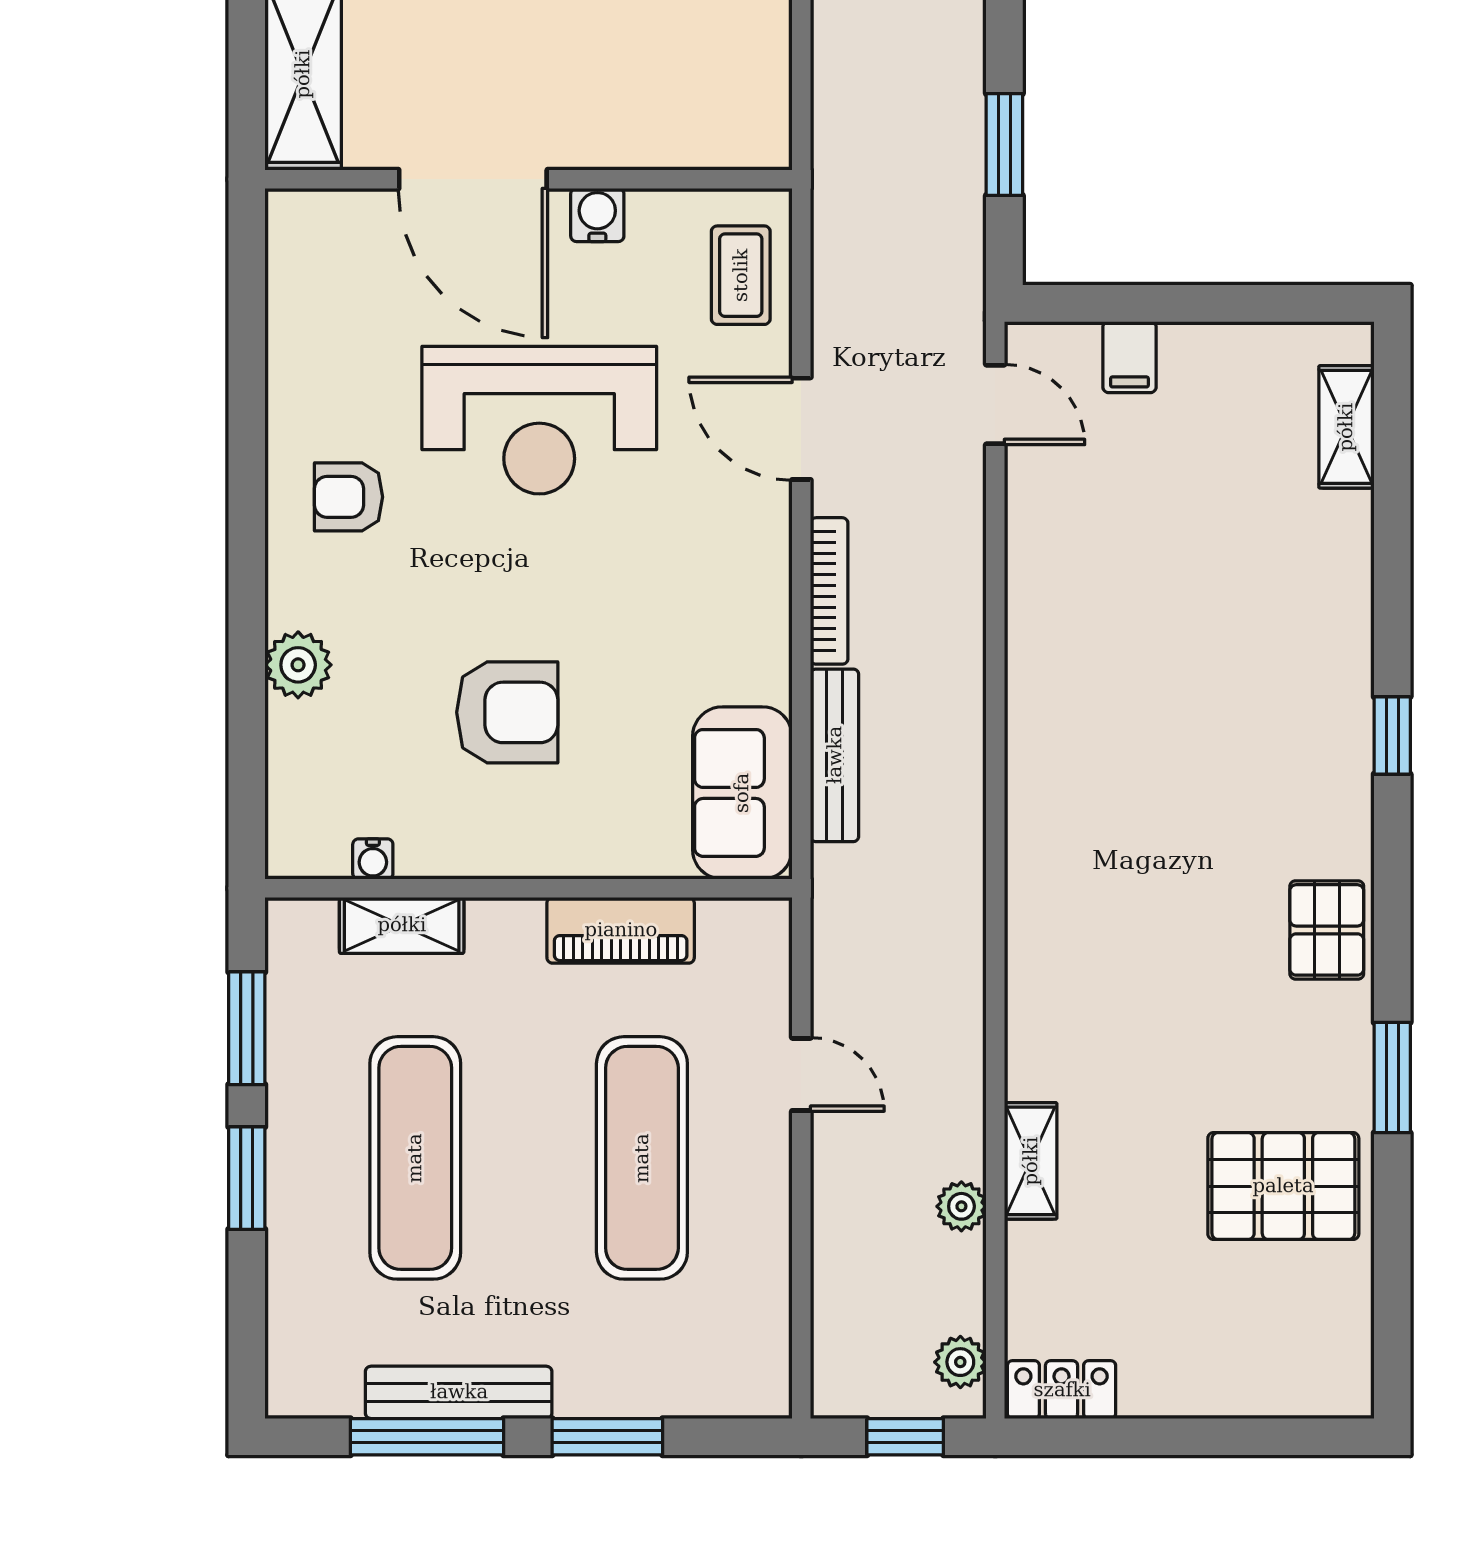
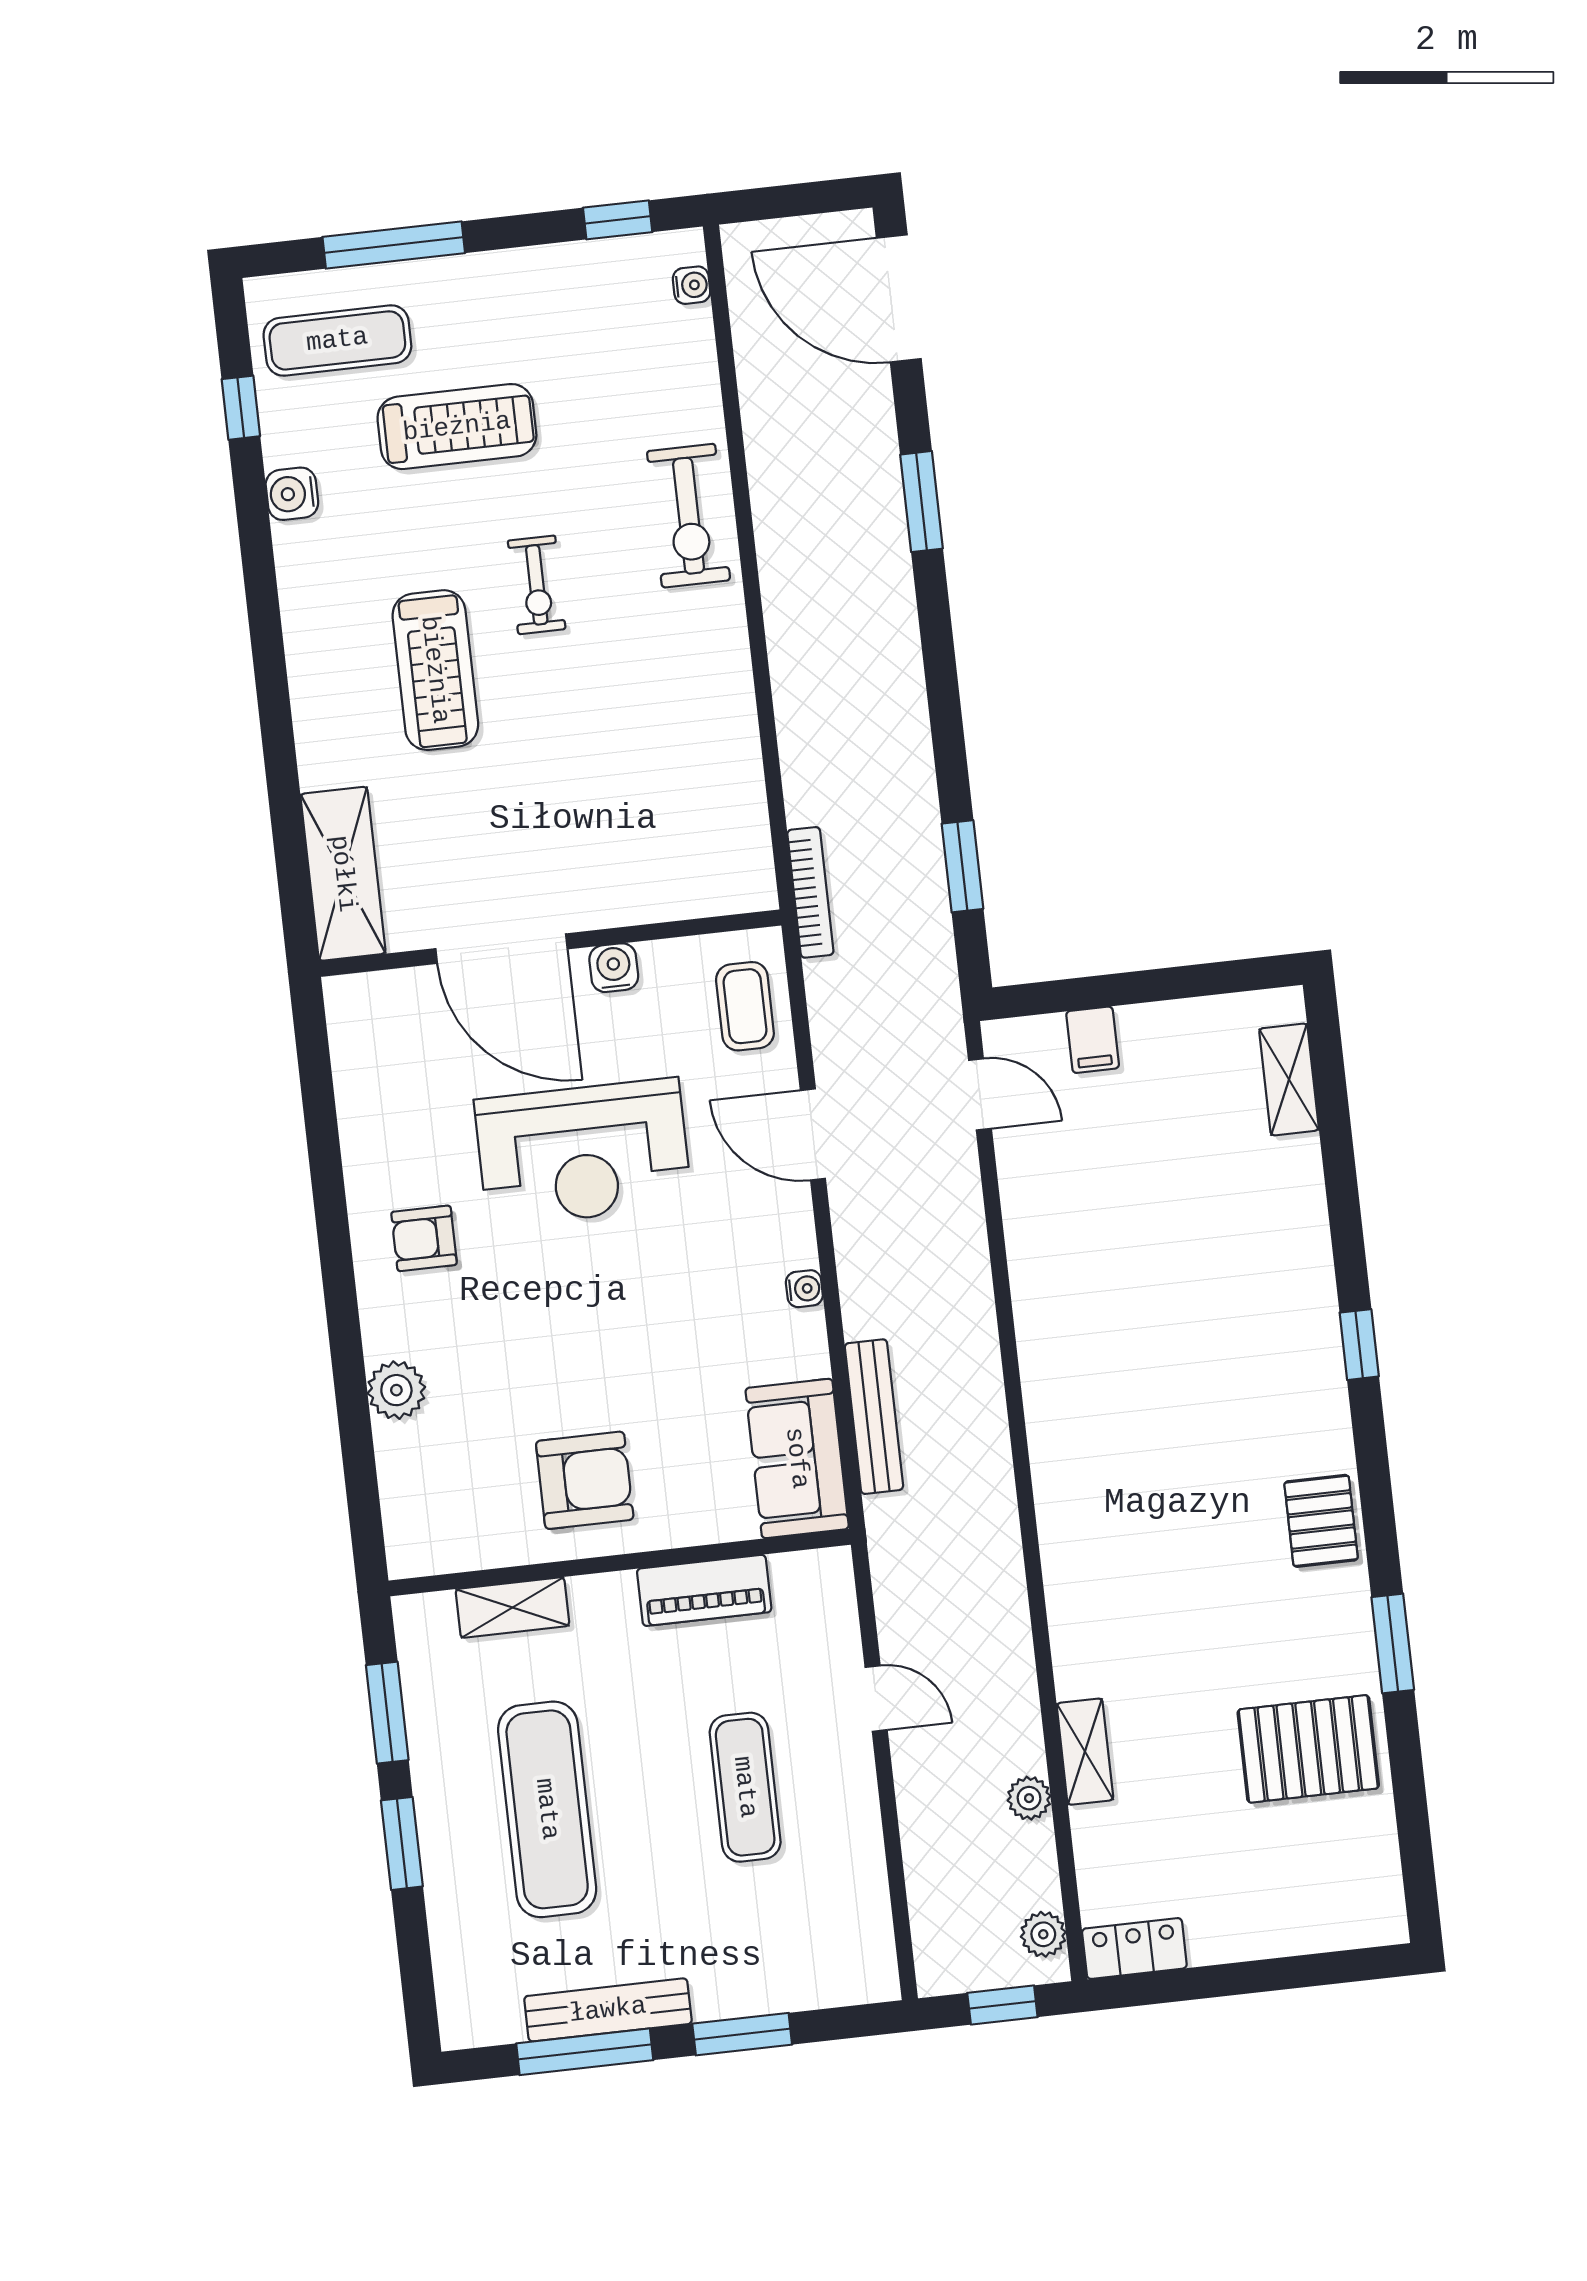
bookcase: (829, 591) -> (810, 892), moved
armchair: (507, 712) -> (585, 1480), moved
water cooler: (373, 859) -> (804, 1289), moved, turned -90
exercise mat: (642, 1158) -> (745, 1787), width x0.73, depth x0.69

